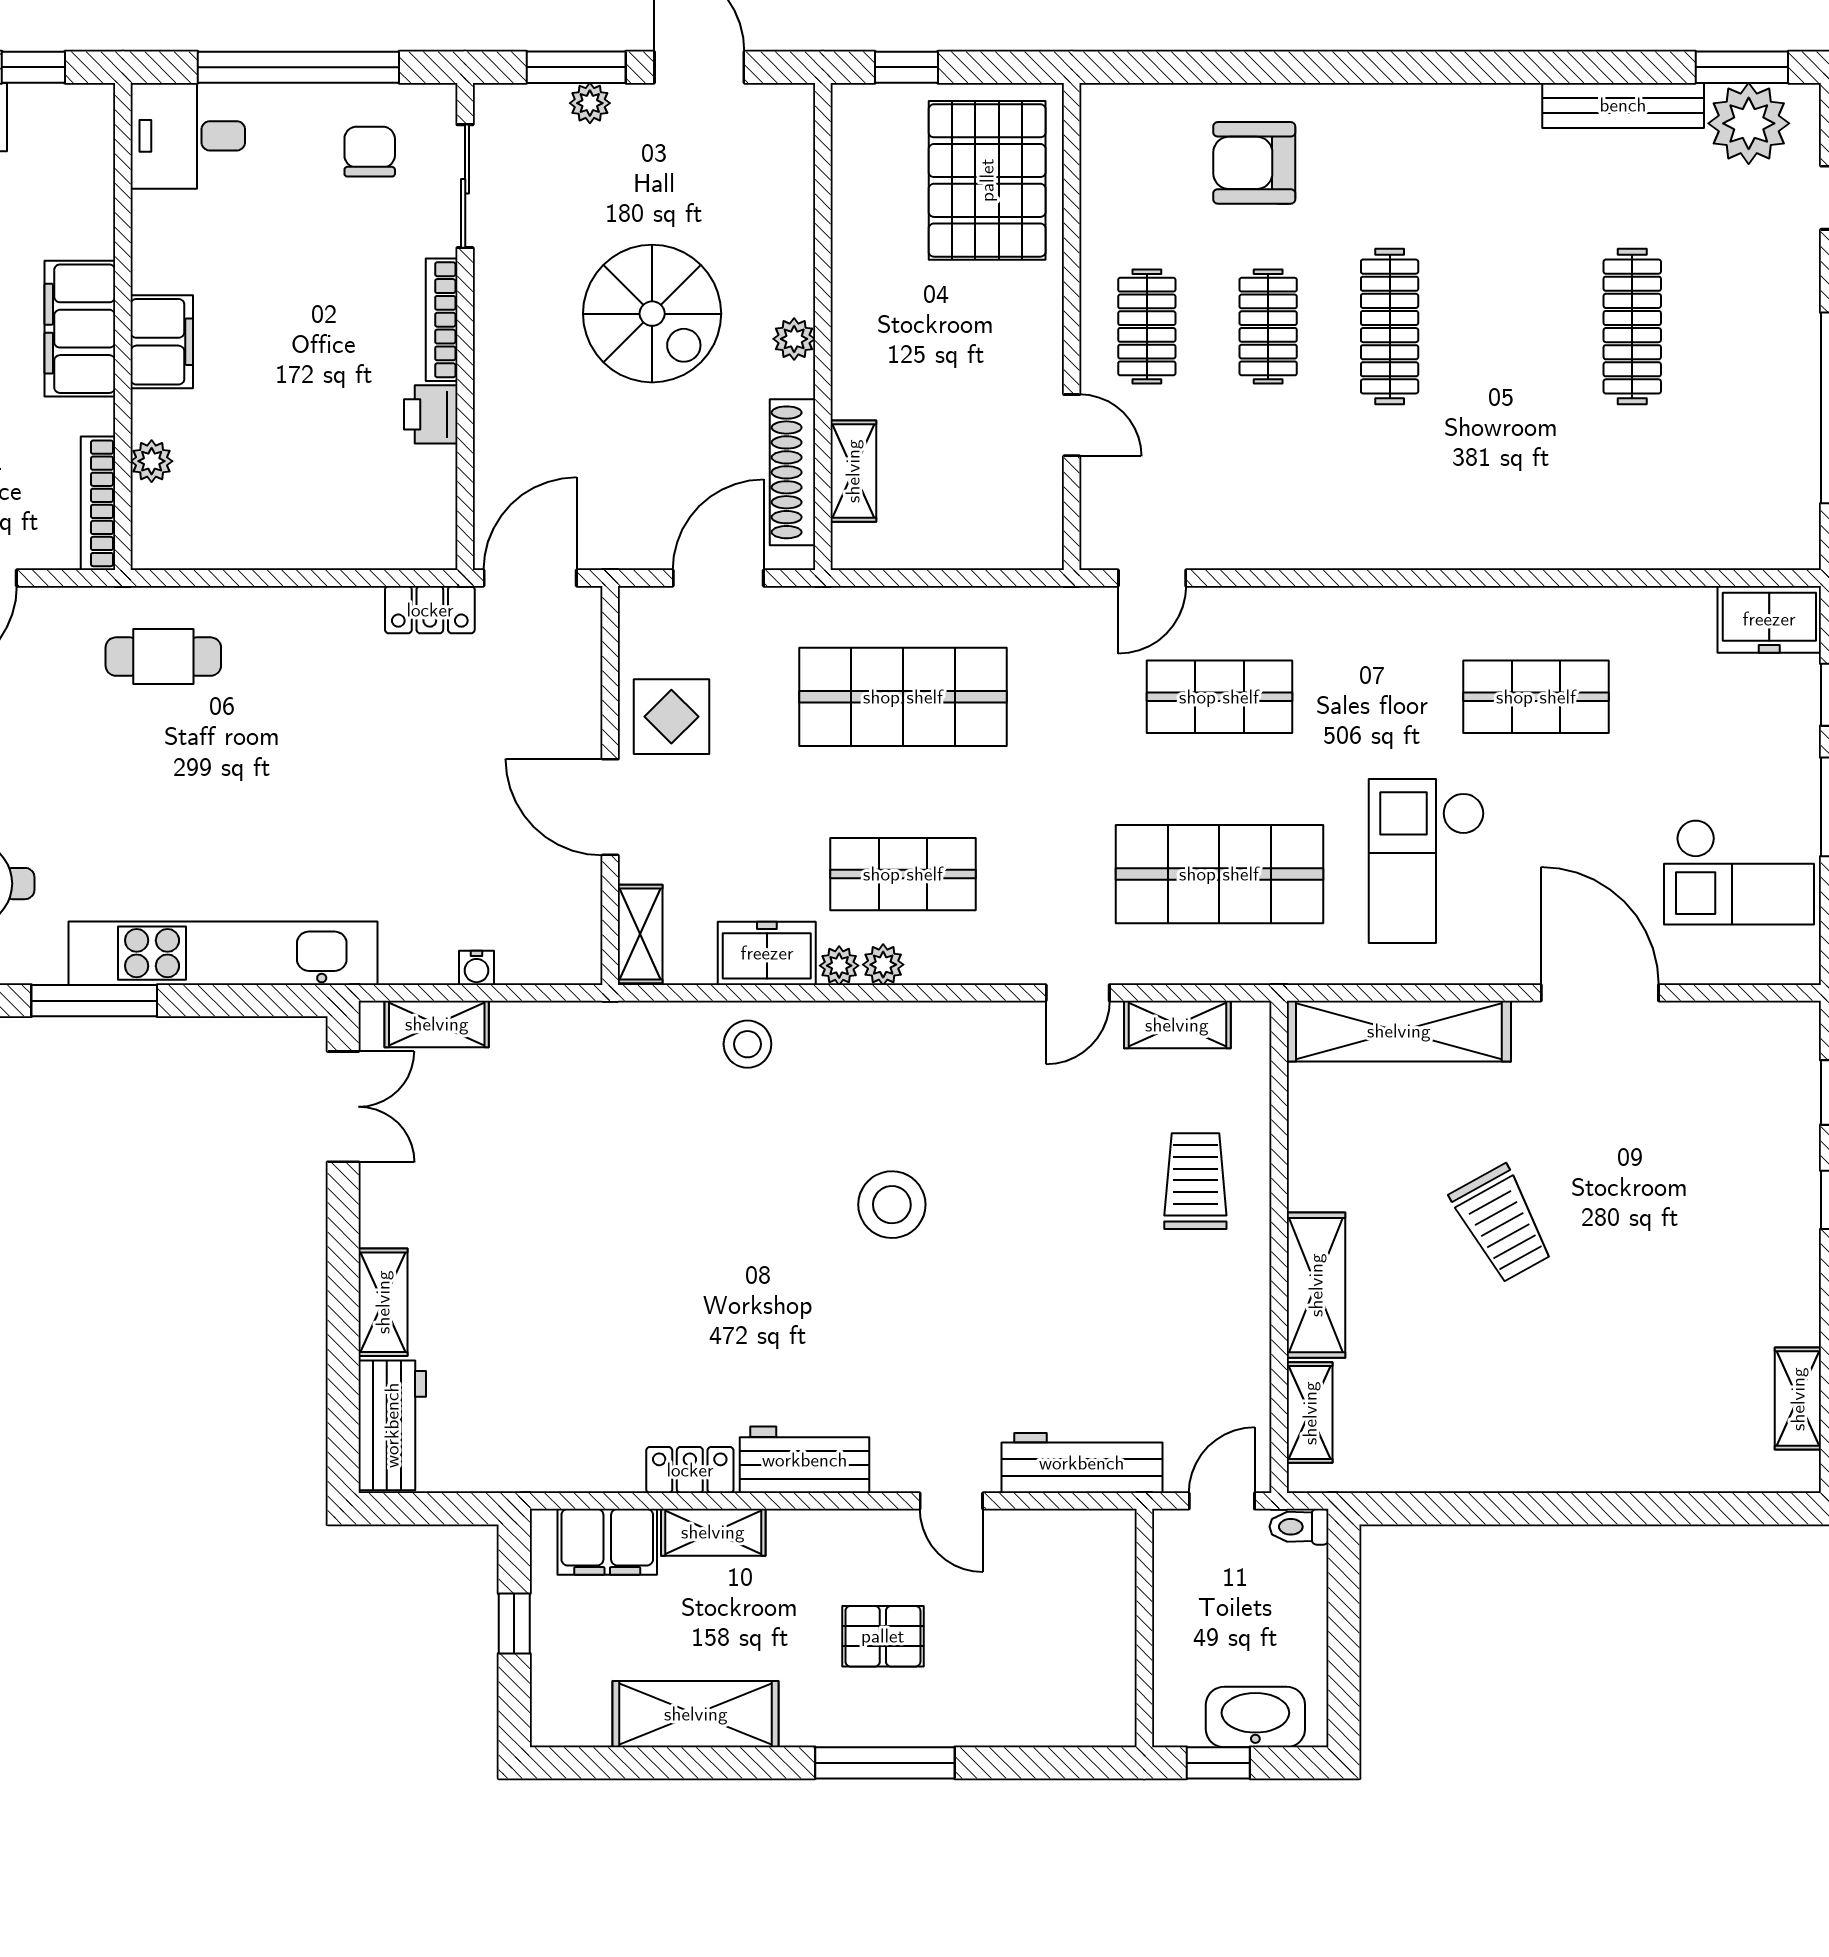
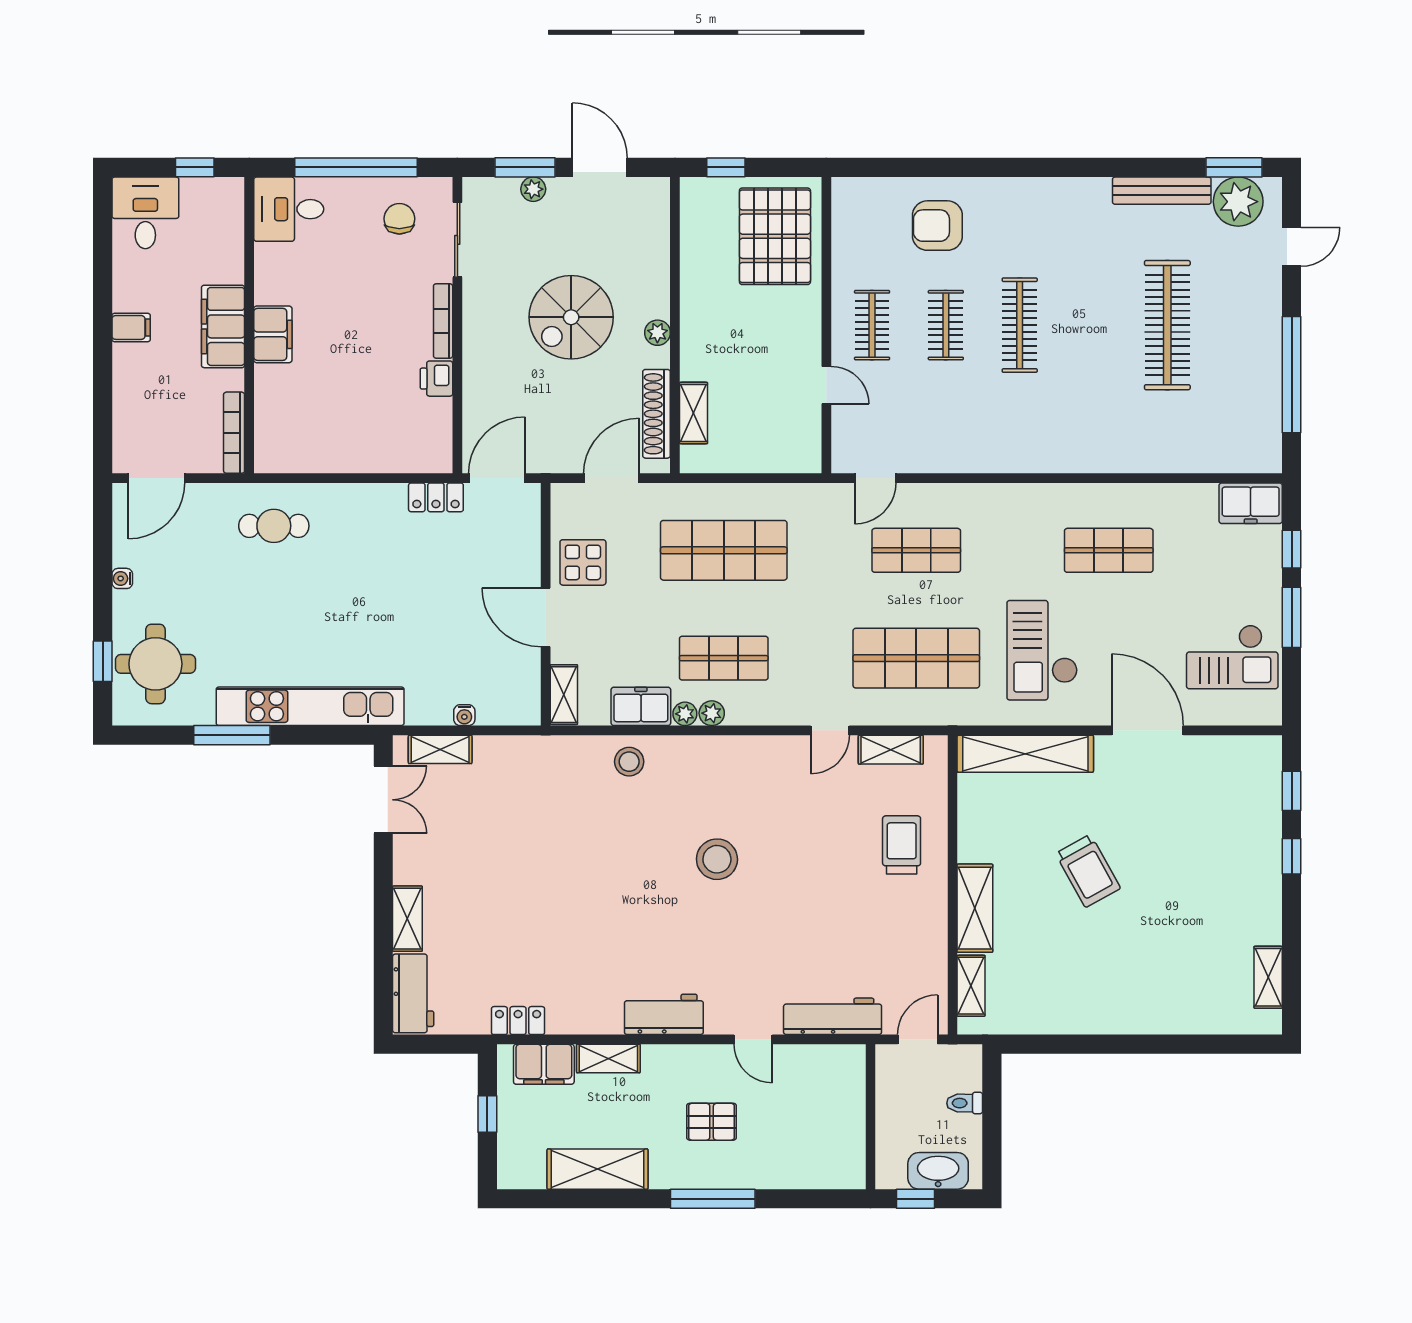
spiral stairs: (652, 314) -> (571, 317), turned 90
clothes rail: (1632, 327) -> (1167, 325), width x1.37, depth x1.31
plant: (152, 461) -> (267, 407), removed
locker: (690, 1470) -> (518, 1021), moved
toilet: (1299, 1527) -> (965, 1103), moved

